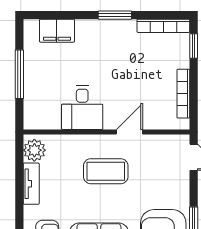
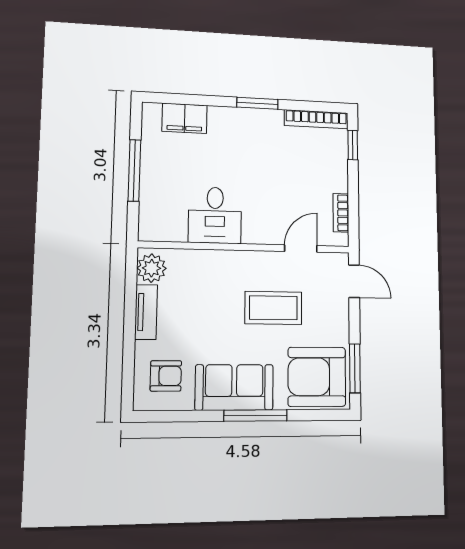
bookcase: (183, 94) -> (341, 213), width x0.64
door: (129, 132) -> (301, 248), moved
coffee table: (106, 171) -> (273, 308), moved

